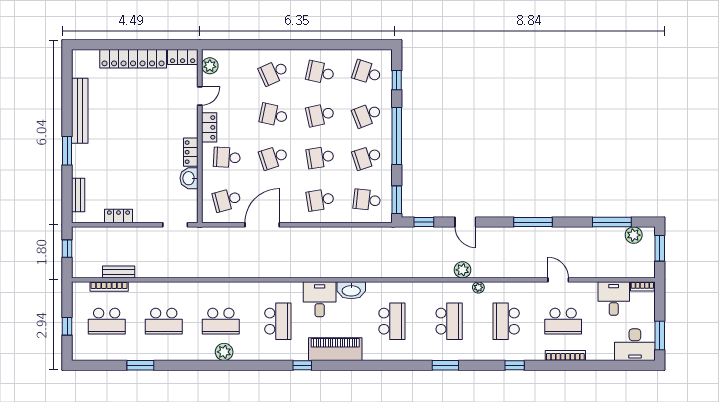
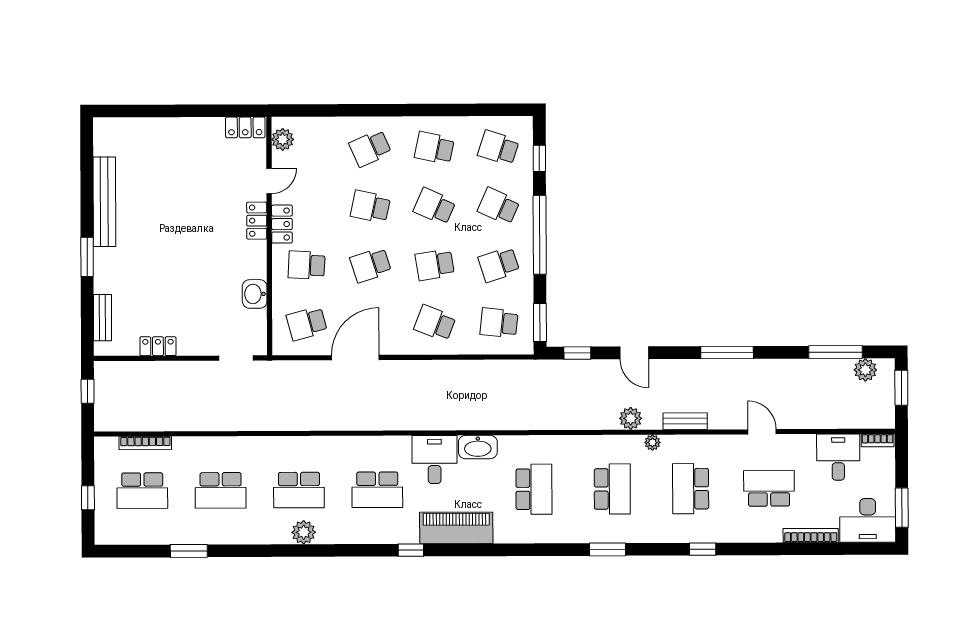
locker: (133, 59) -> (177, 130), removed
school desk: (320, 115) -> (435, 206), turned 36
school desk: (367, 115) -> (499, 206), turned 45
locker: (191, 152) -> (257, 221), moved
school desk: (320, 200) -> (435, 323), turned 30
bench: (119, 272) -> (685, 421), moved
school desk: (278, 321) -> (377, 490), turned 90
school desk: (563, 321) -> (769, 488), turned 180
bookcase: (565, 356) -> (811, 535), moved

